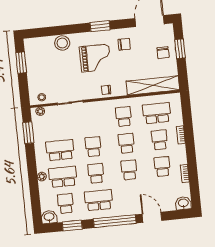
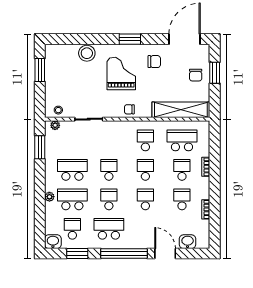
grand piano: (95, 58) -> (121, 73), turned -90
washbasin: (183, 203) -> (188, 242), moved

